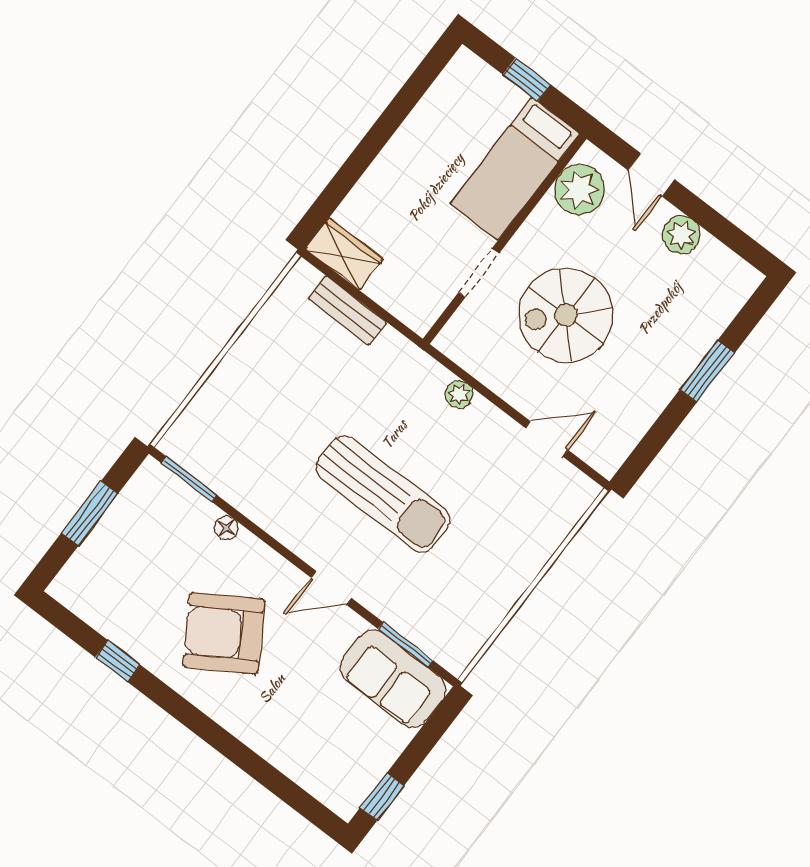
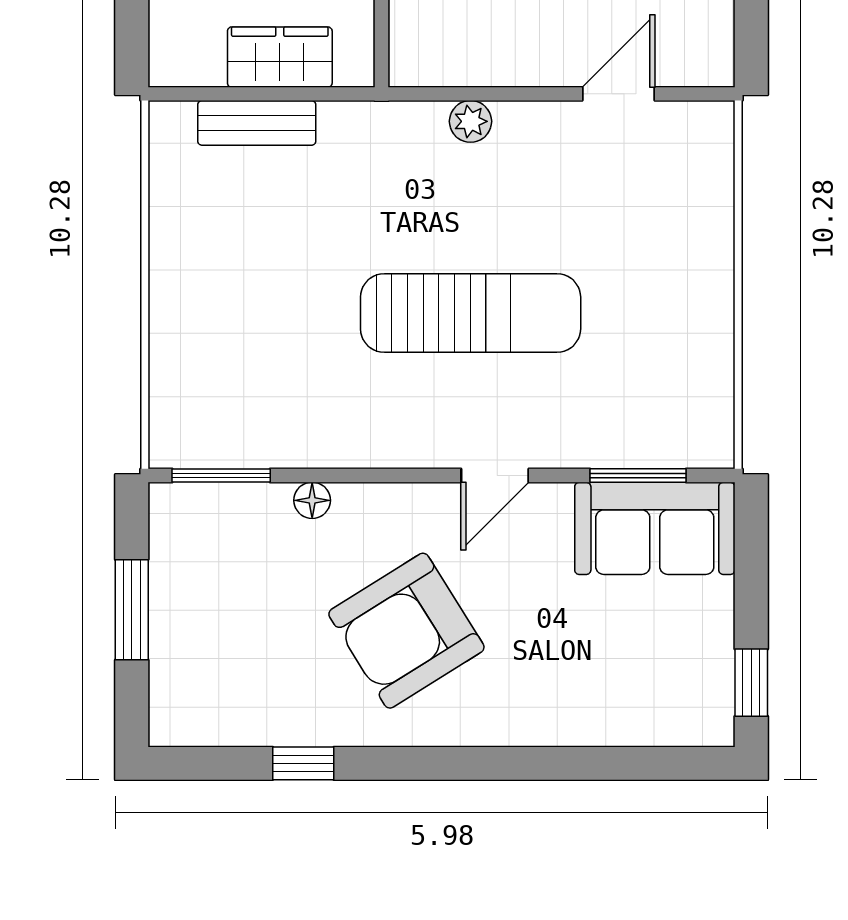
wardrobe: (344, 254) -> (280, 57), moved

